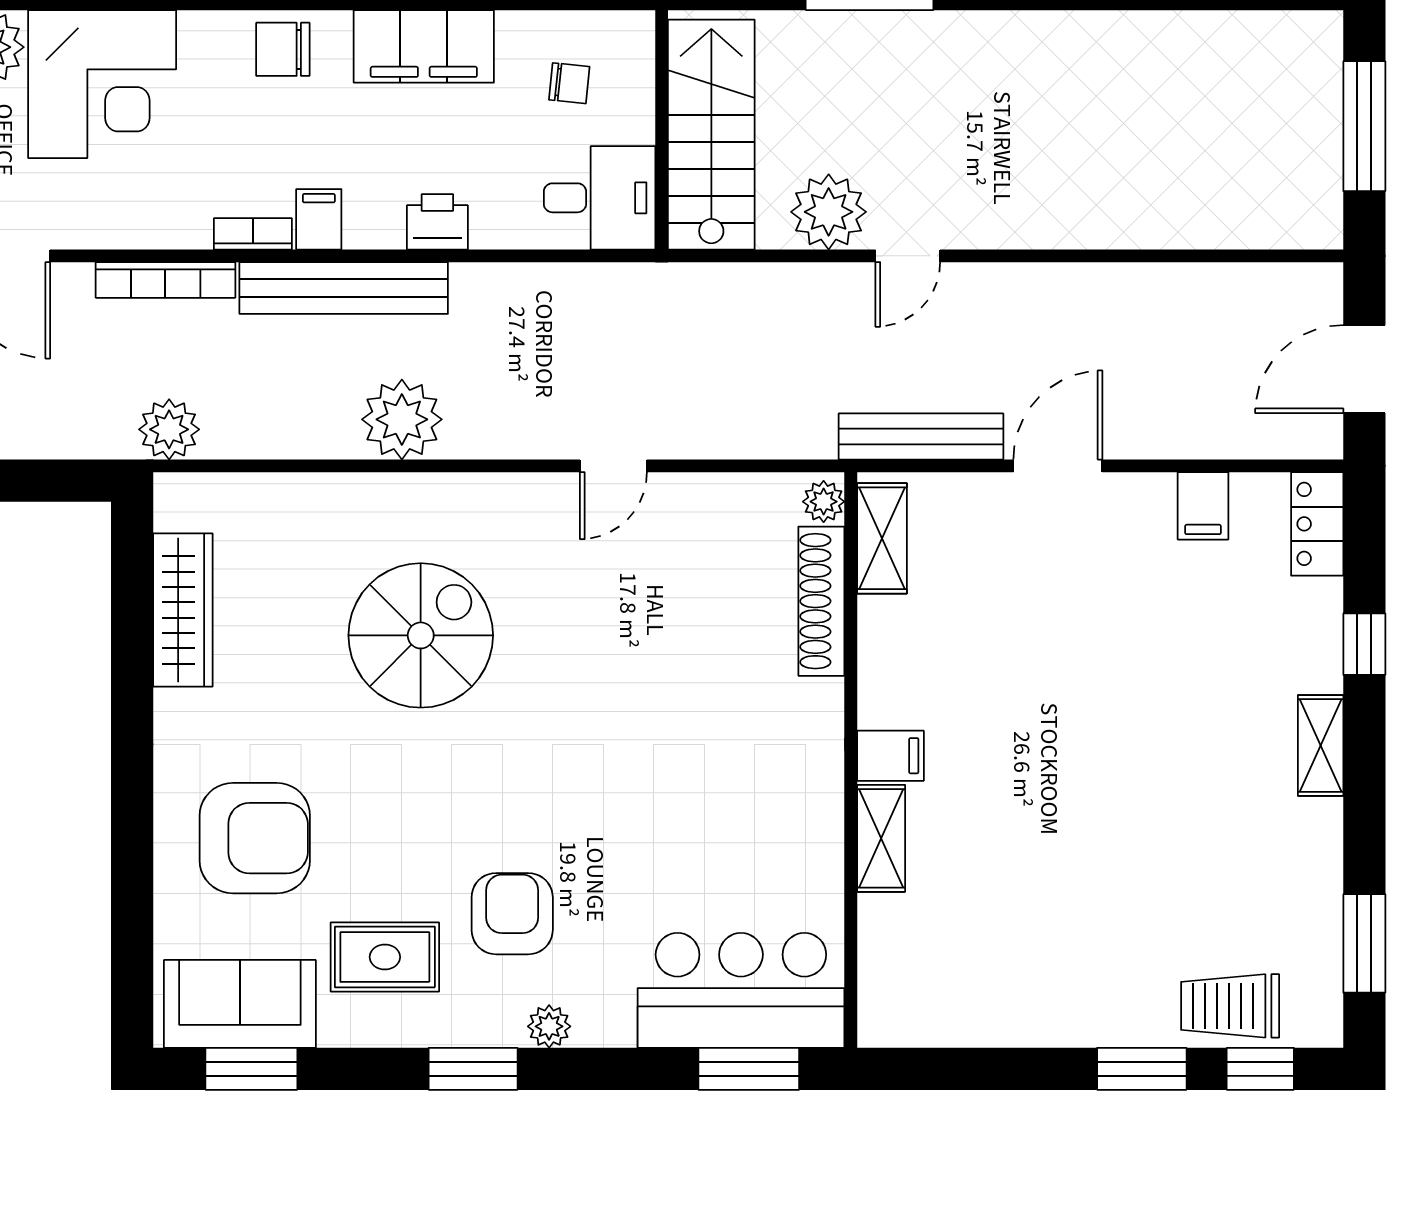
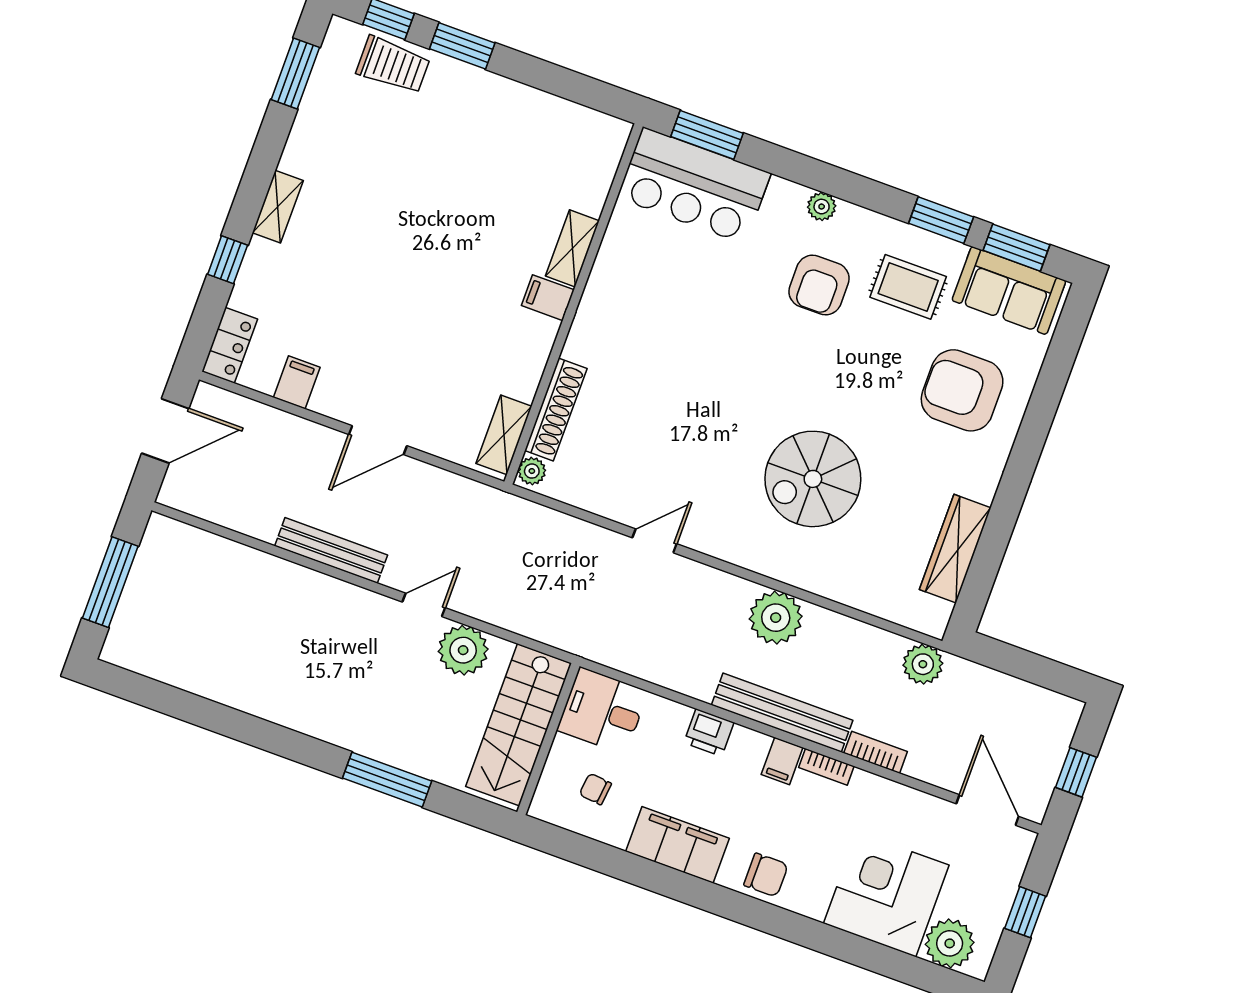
bookcase: (165, 280) -> (876, 752), width x0.64
bench: (921, 437) -> (331, 550), moved
window: (473, 1069) -> (941, 220), moved

